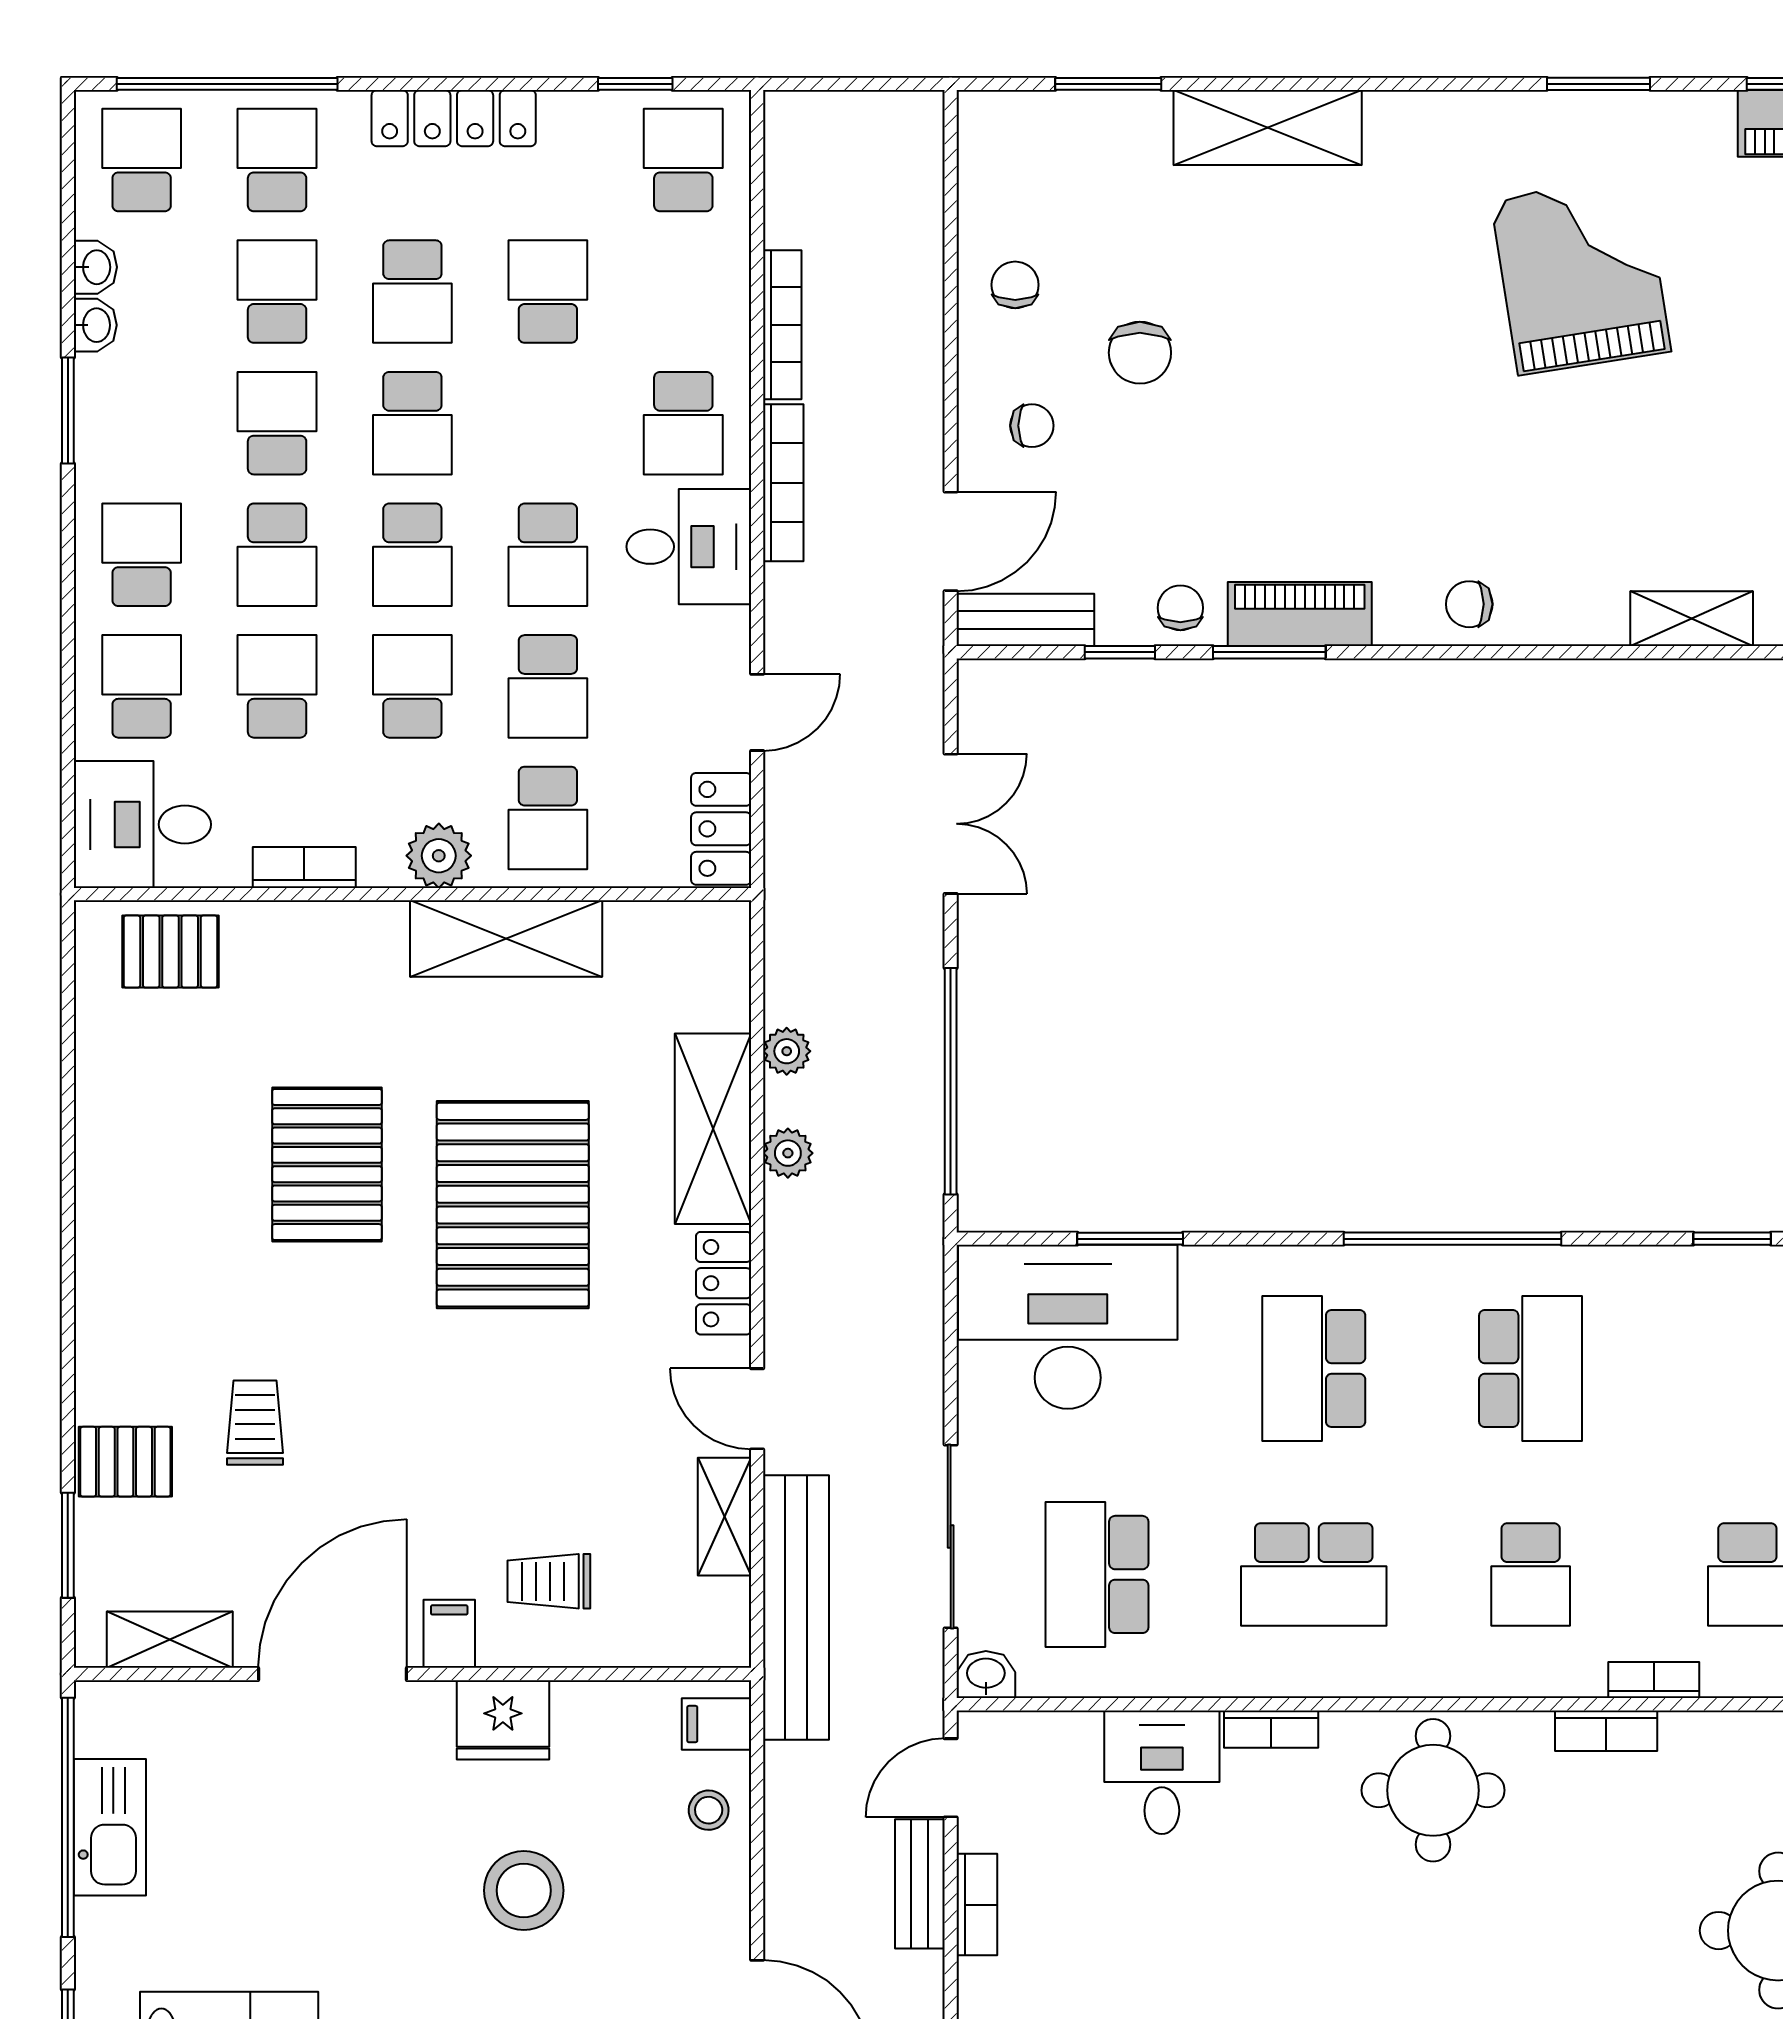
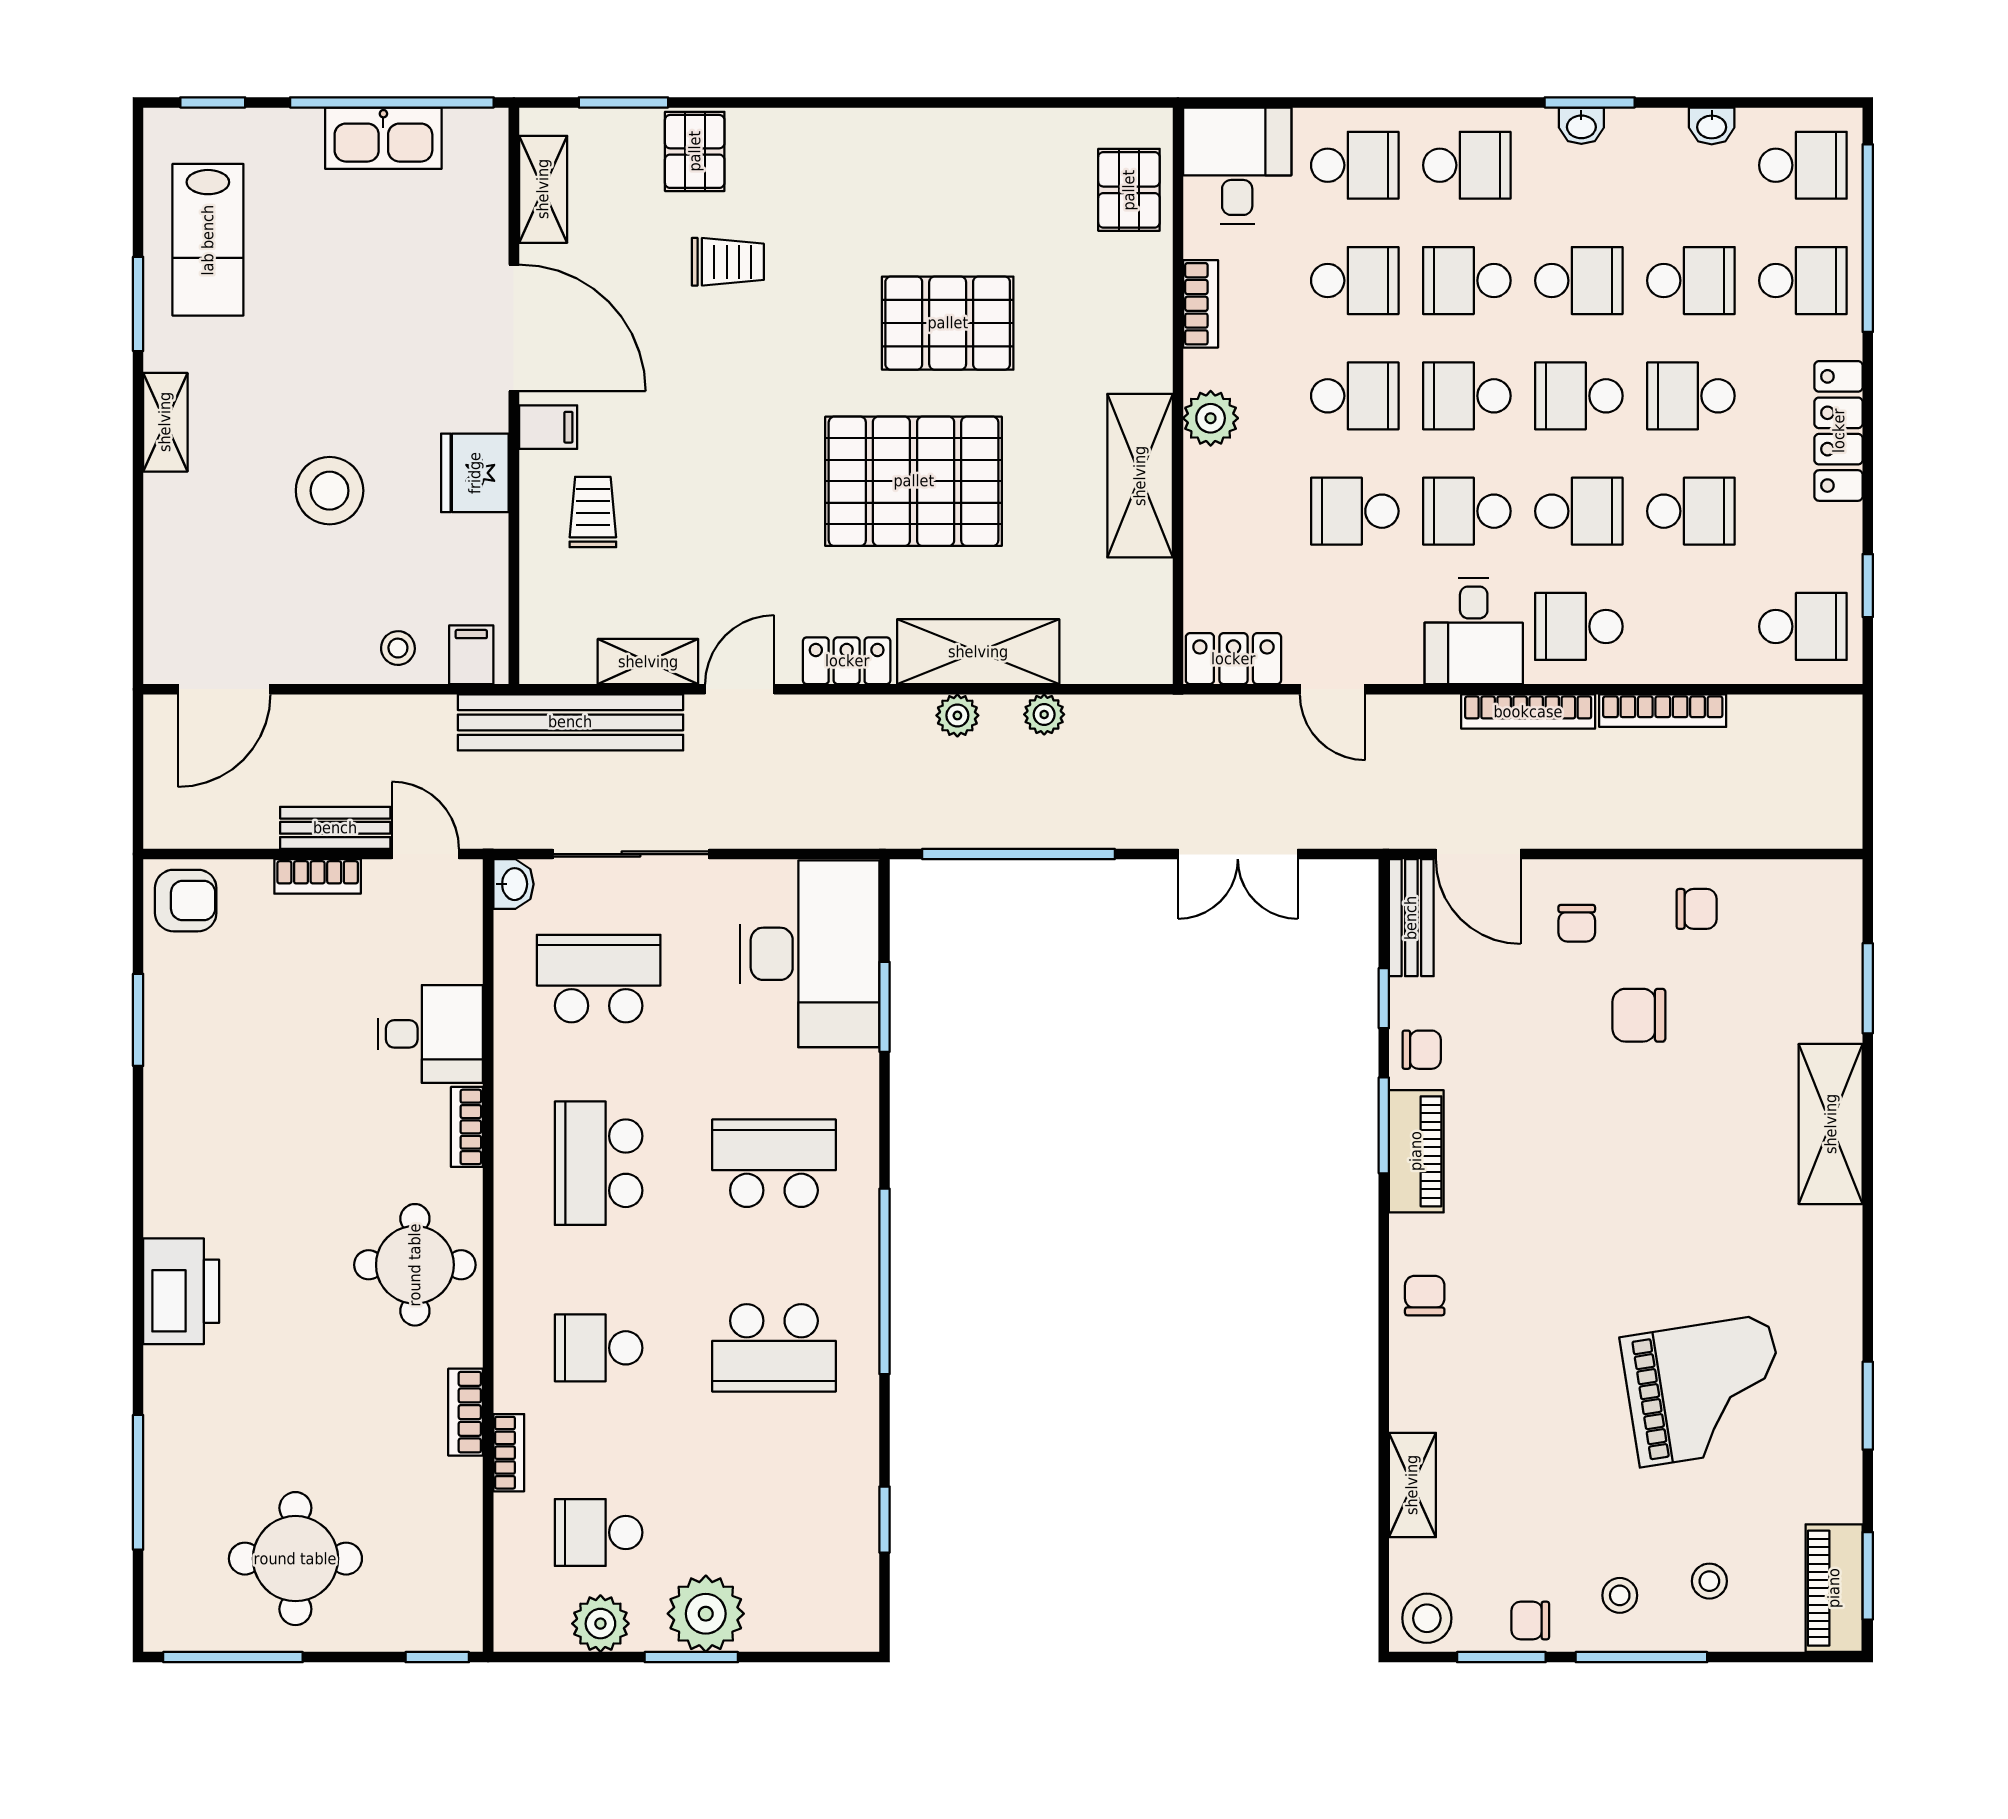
washbasin: (95, 325) -> (1581, 126), moved
school desk: (548, 818) -> (1579, 511), moved, turned 180

